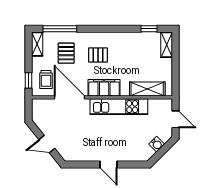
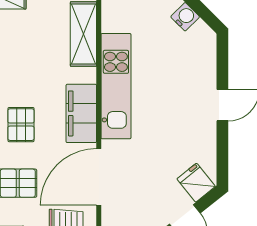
fridge: (66, 150) -> (196, 183), added

